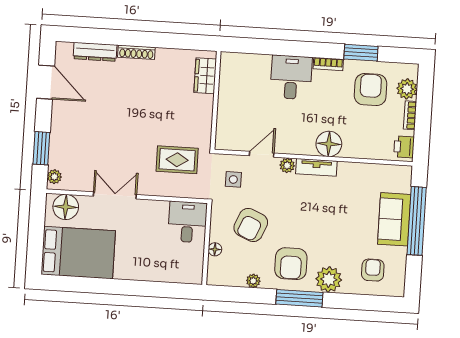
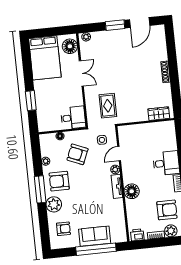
dresser: (95, 52) -> (162, 48), removed
window: (41, 148) -> (115, 25), moved
door: (262, 154) -> (119, 154), swing flipped
window: (146, 289) -> (31, 101), added

